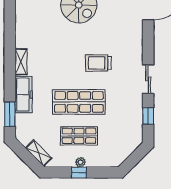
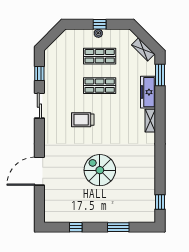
trolley: (98, 63) -> (83, 120), turned 180
shop shelf: (79, 102) -> (100, 86), width x0.70, depth x0.74
shelving: (39, 153) -> (143, 49), moved

